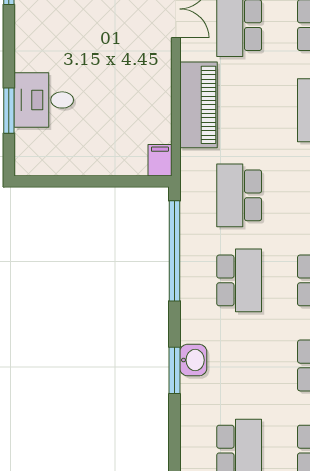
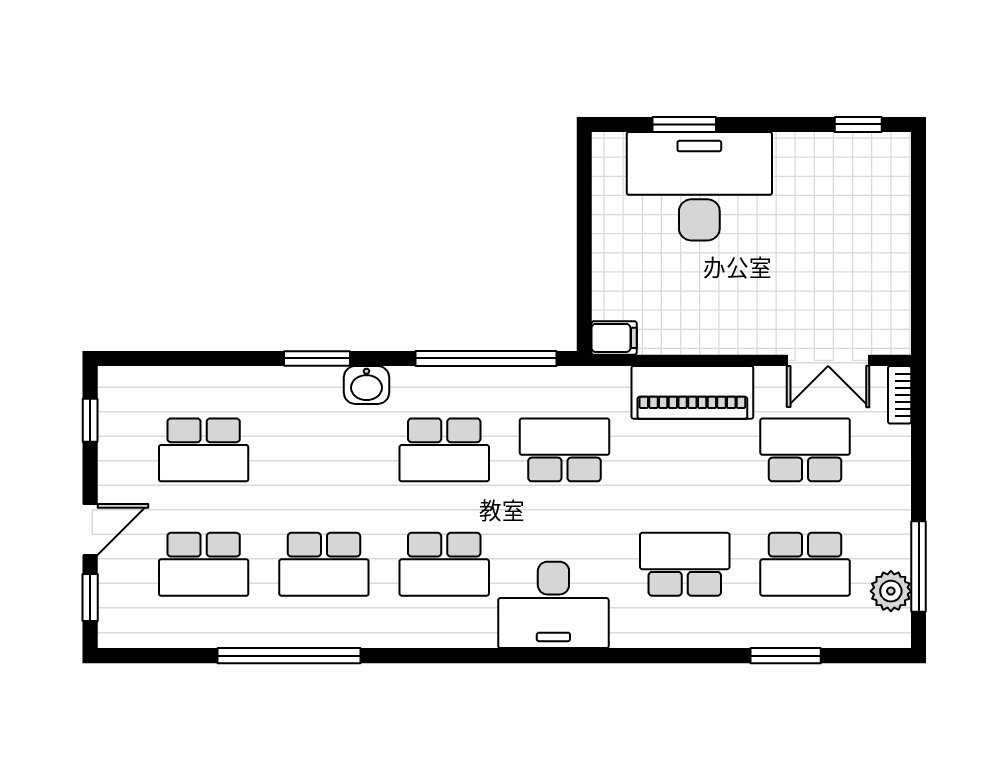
desk: (44, 100) -> (699, 186), width x1.87, depth x1.30
washbasin: (193, 360) -> (366, 385), moved

